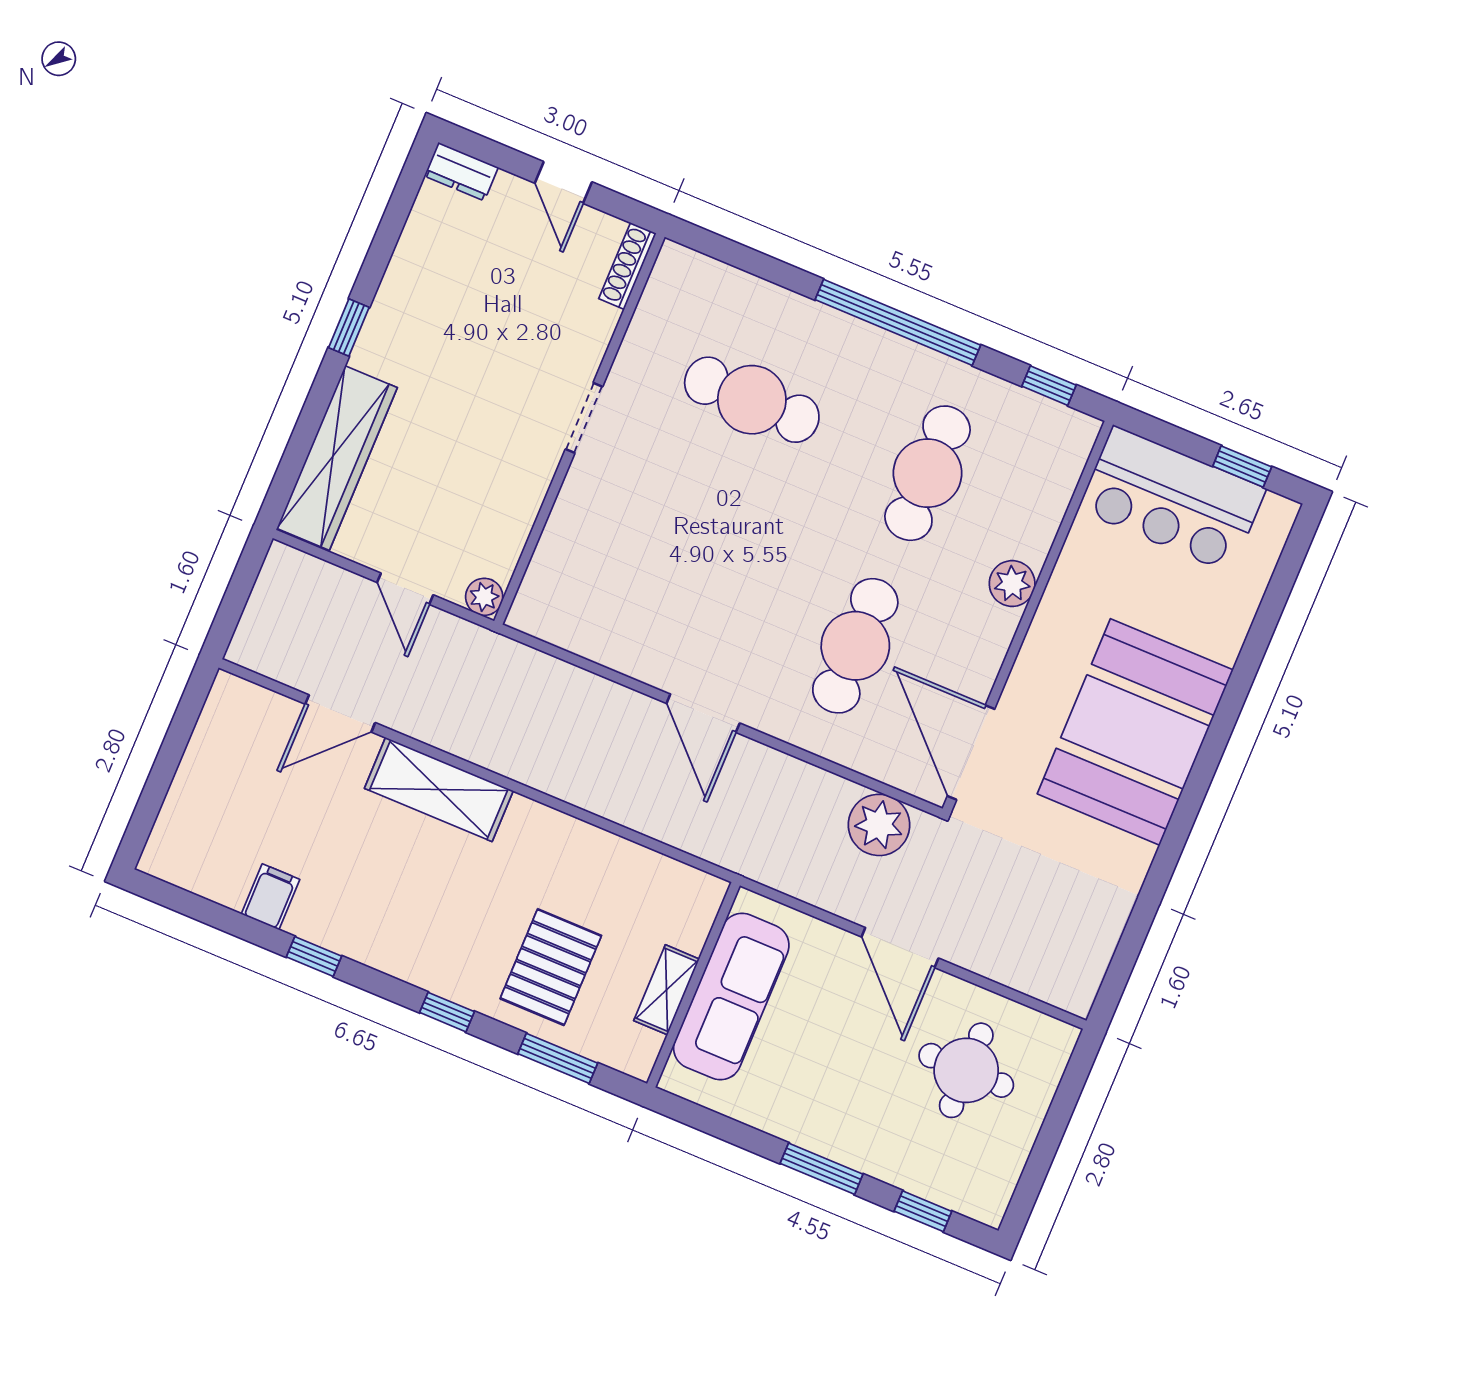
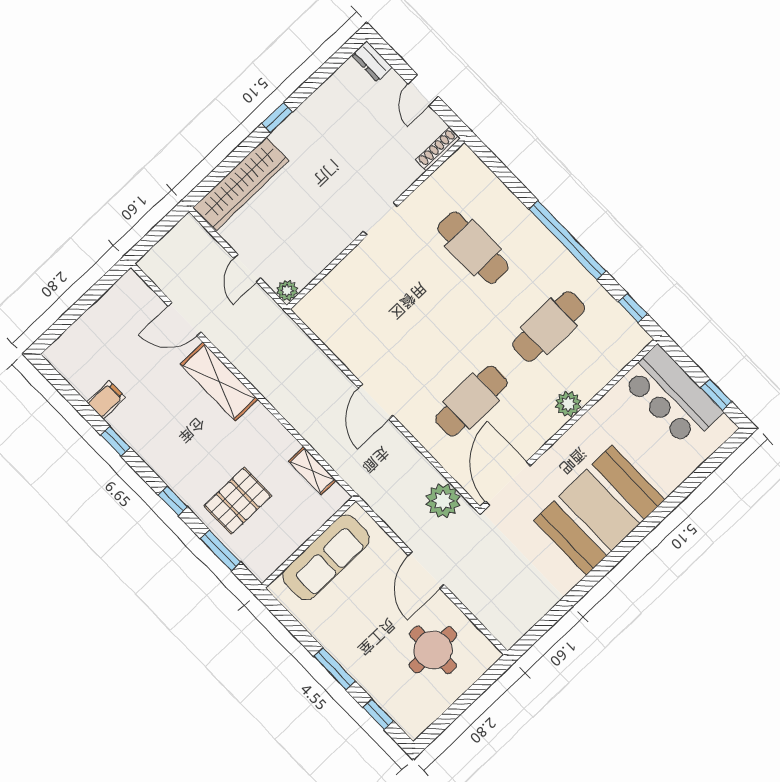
shelving: (666, 990) -> (312, 471), moved, turned 90

